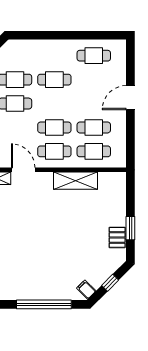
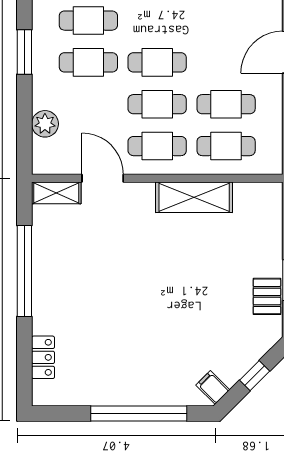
cafe table: (54, 80) -> (157, 62), moved

